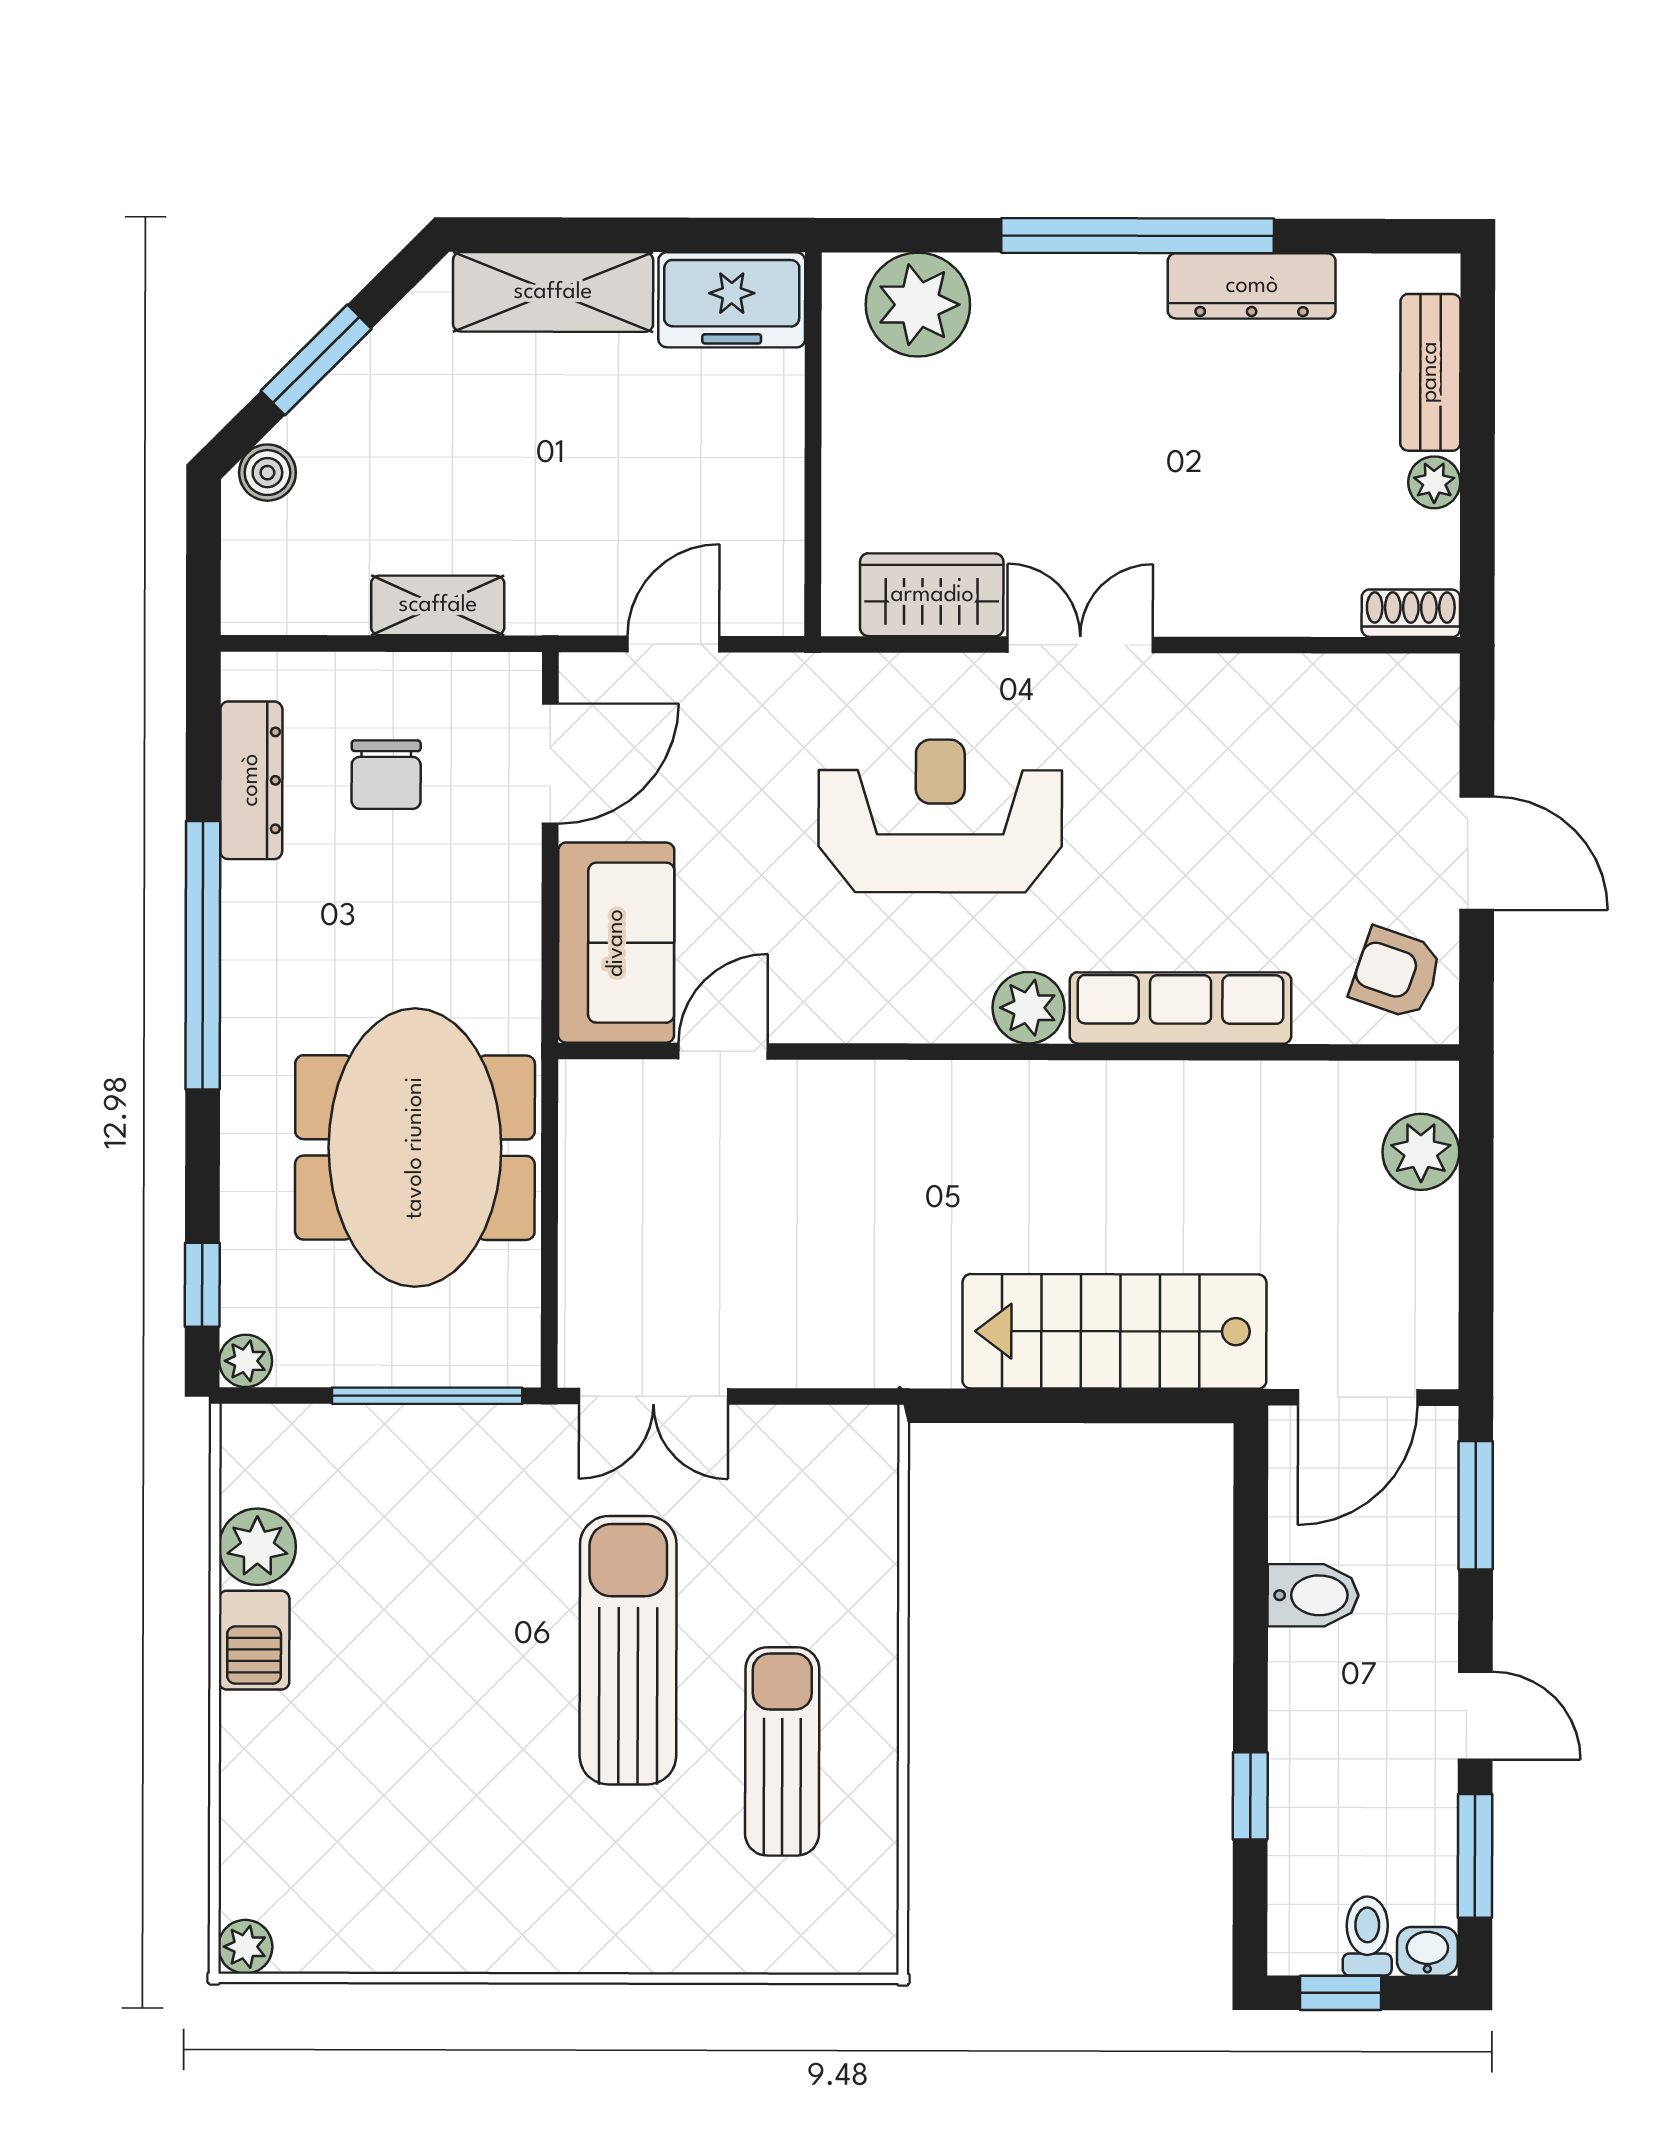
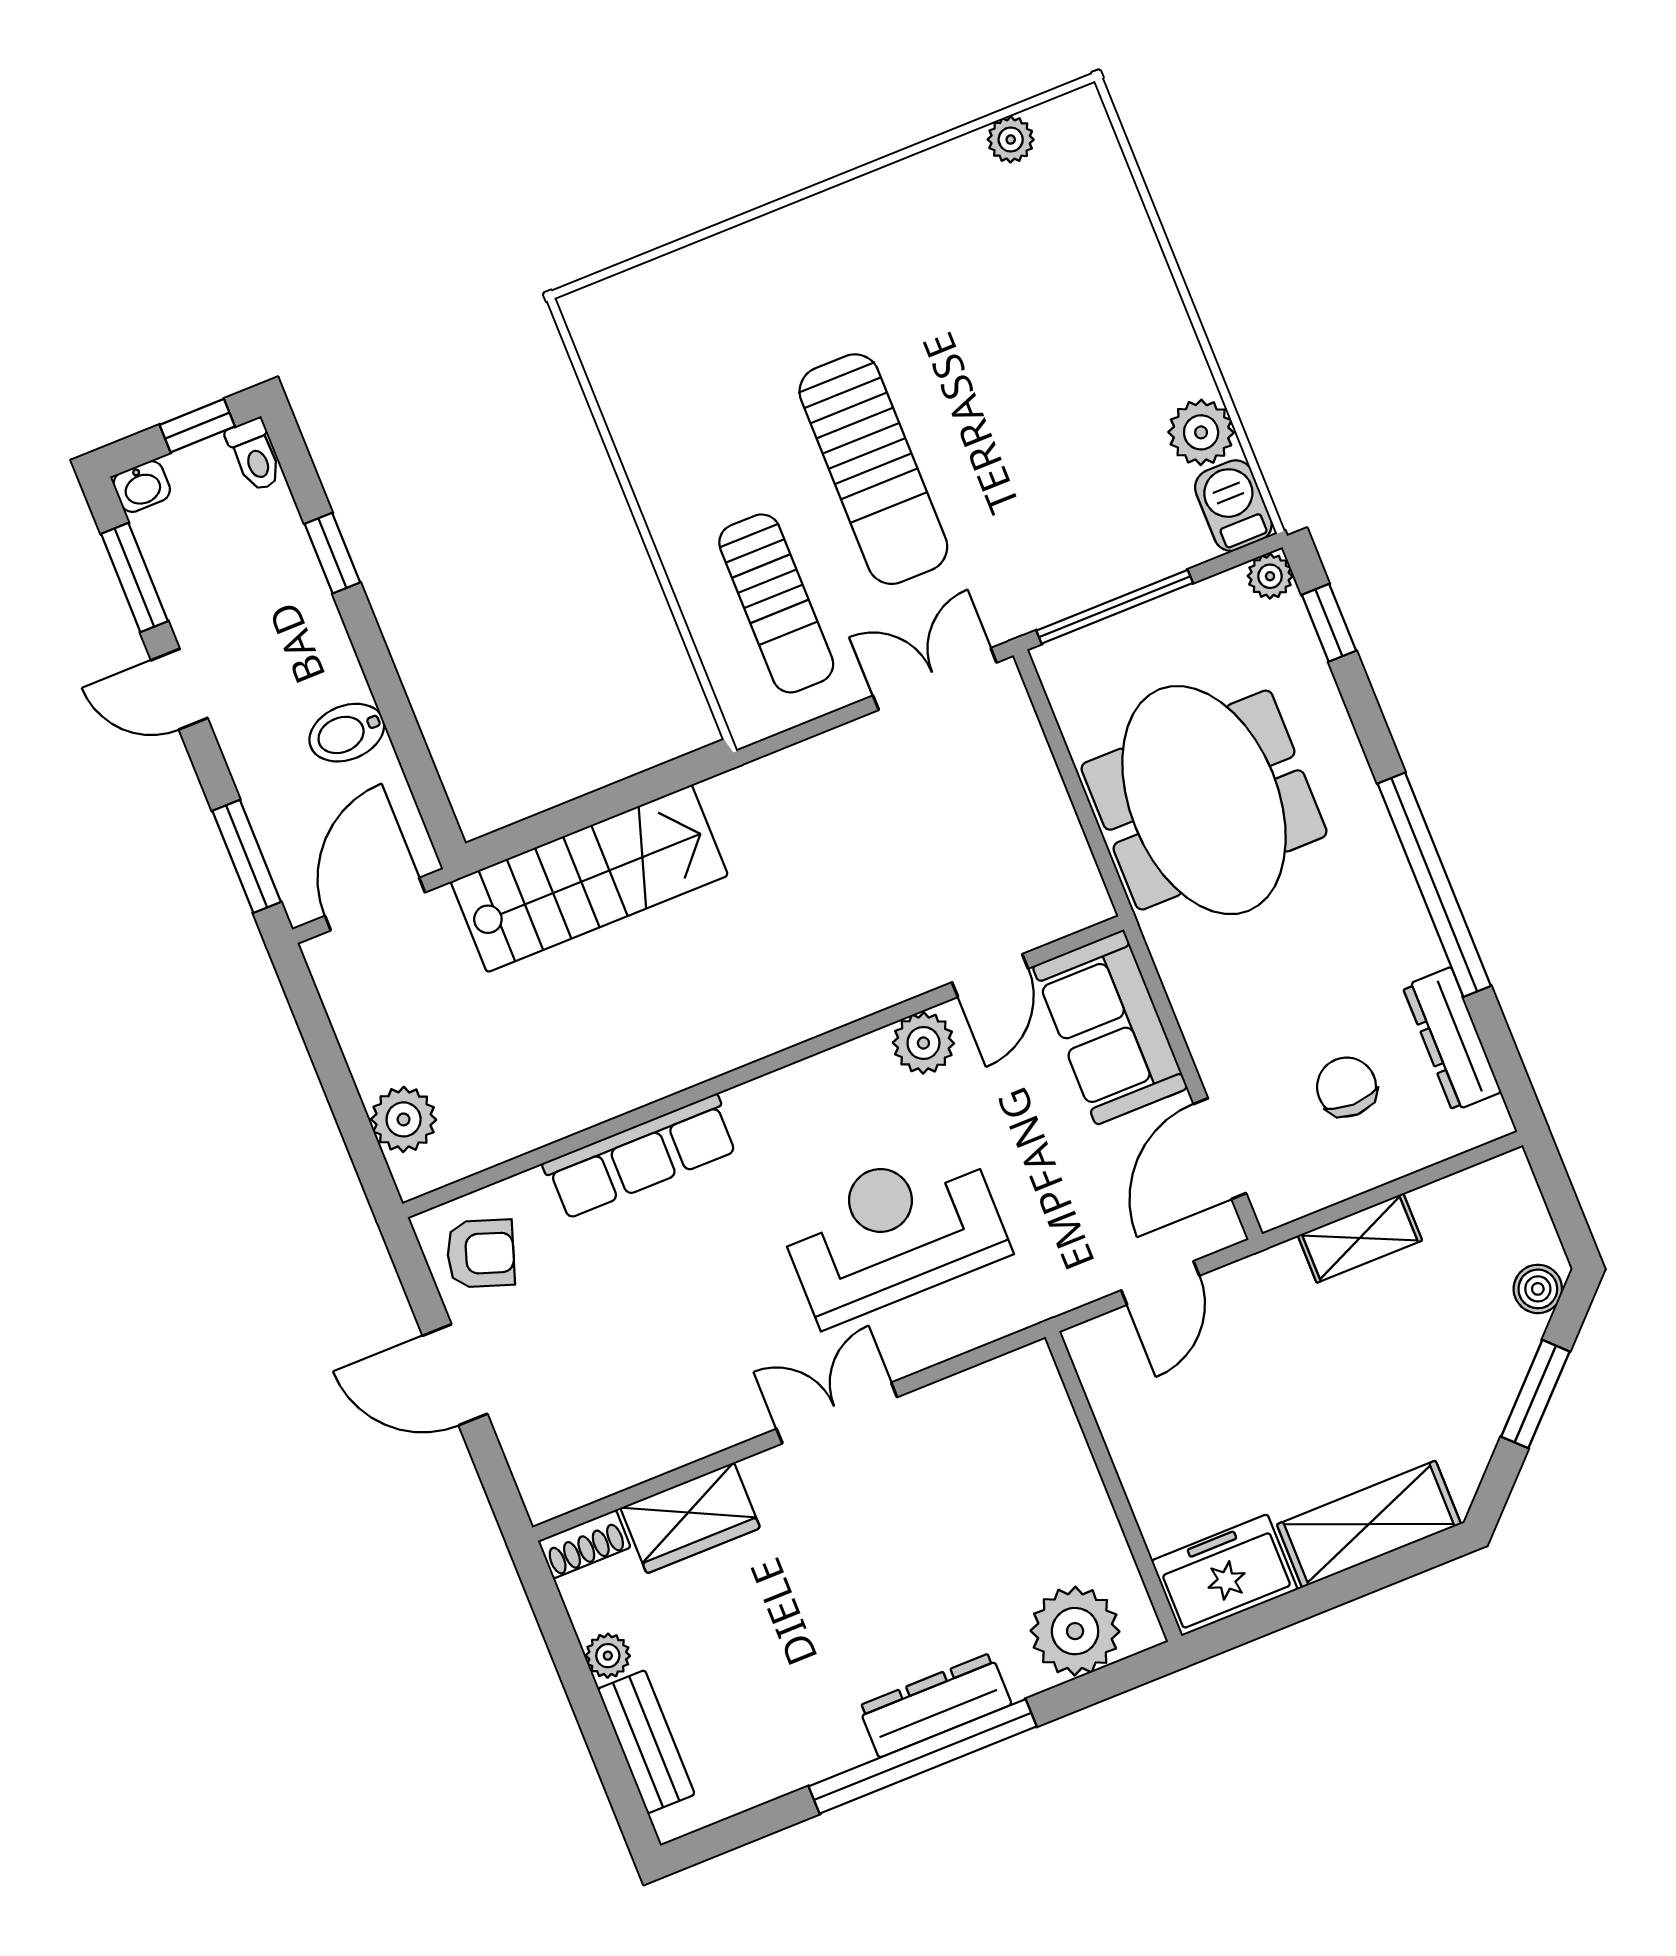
dresser: (1252, 286) -> (935, 1705), moved
wardrobe: (932, 595) -> (690, 1518), moved
double door: (1080, 645) -> (837, 1413), swing flipped
reception desk: (940, 816) -> (893, 1232), turned 180
plant: (1028, 1008) -> (923, 1043), moved
barbecue: (254, 1640) -> (1233, 506), moved
sun lounger: (782, 1751) -> (776, 603), moved
toilet: (1367, 1936) -> (255, 455), moved
plant: (245, 1947) -> (1011, 139), moved

